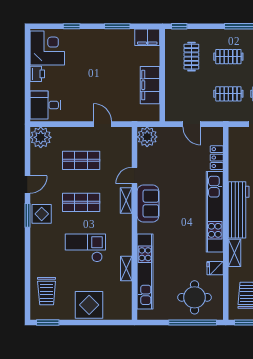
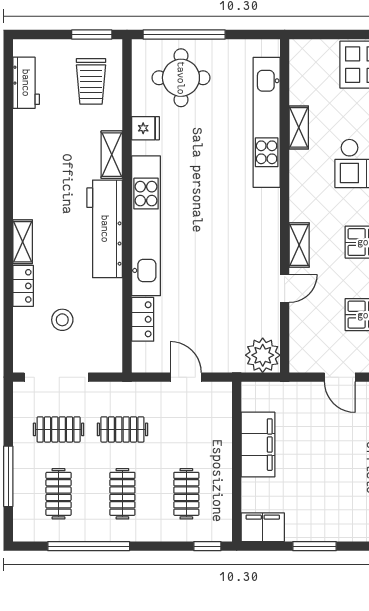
clothes rail: (228, 57) -> (122, 494), turned 90
sofa: (148, 204) -> (261, 240), removed

